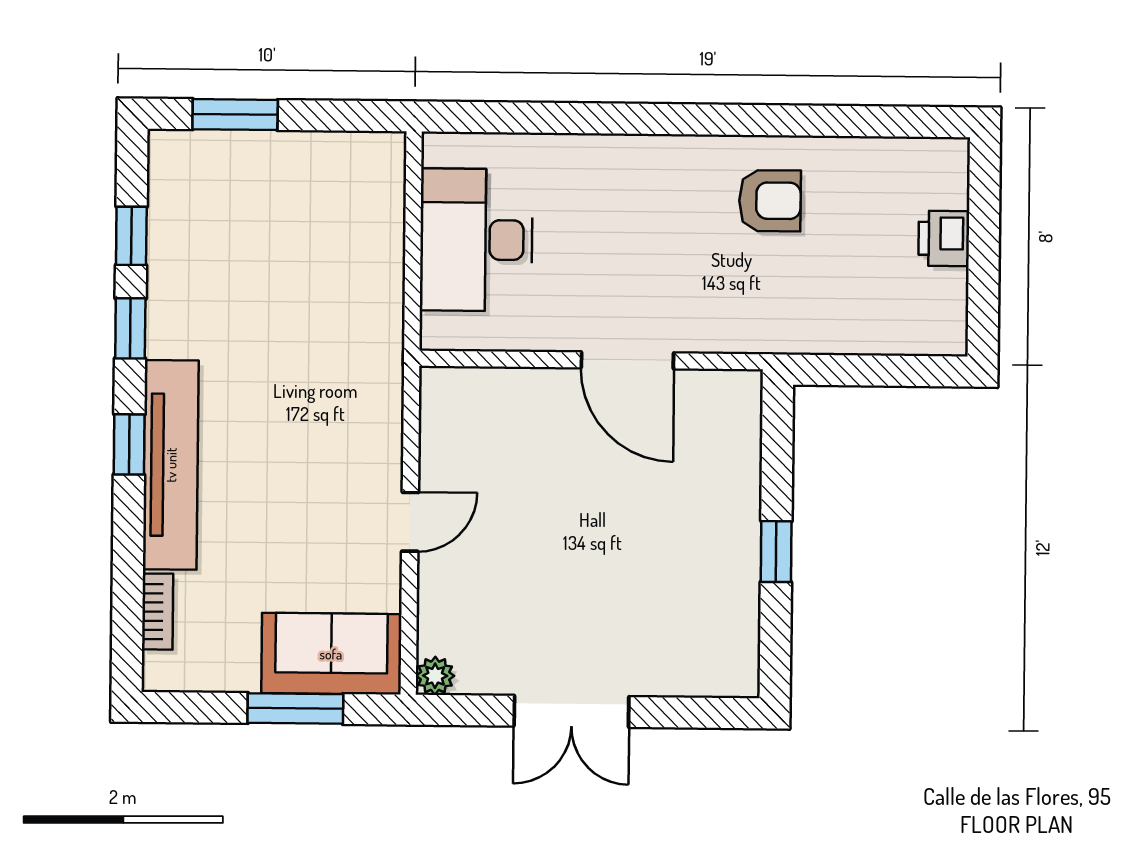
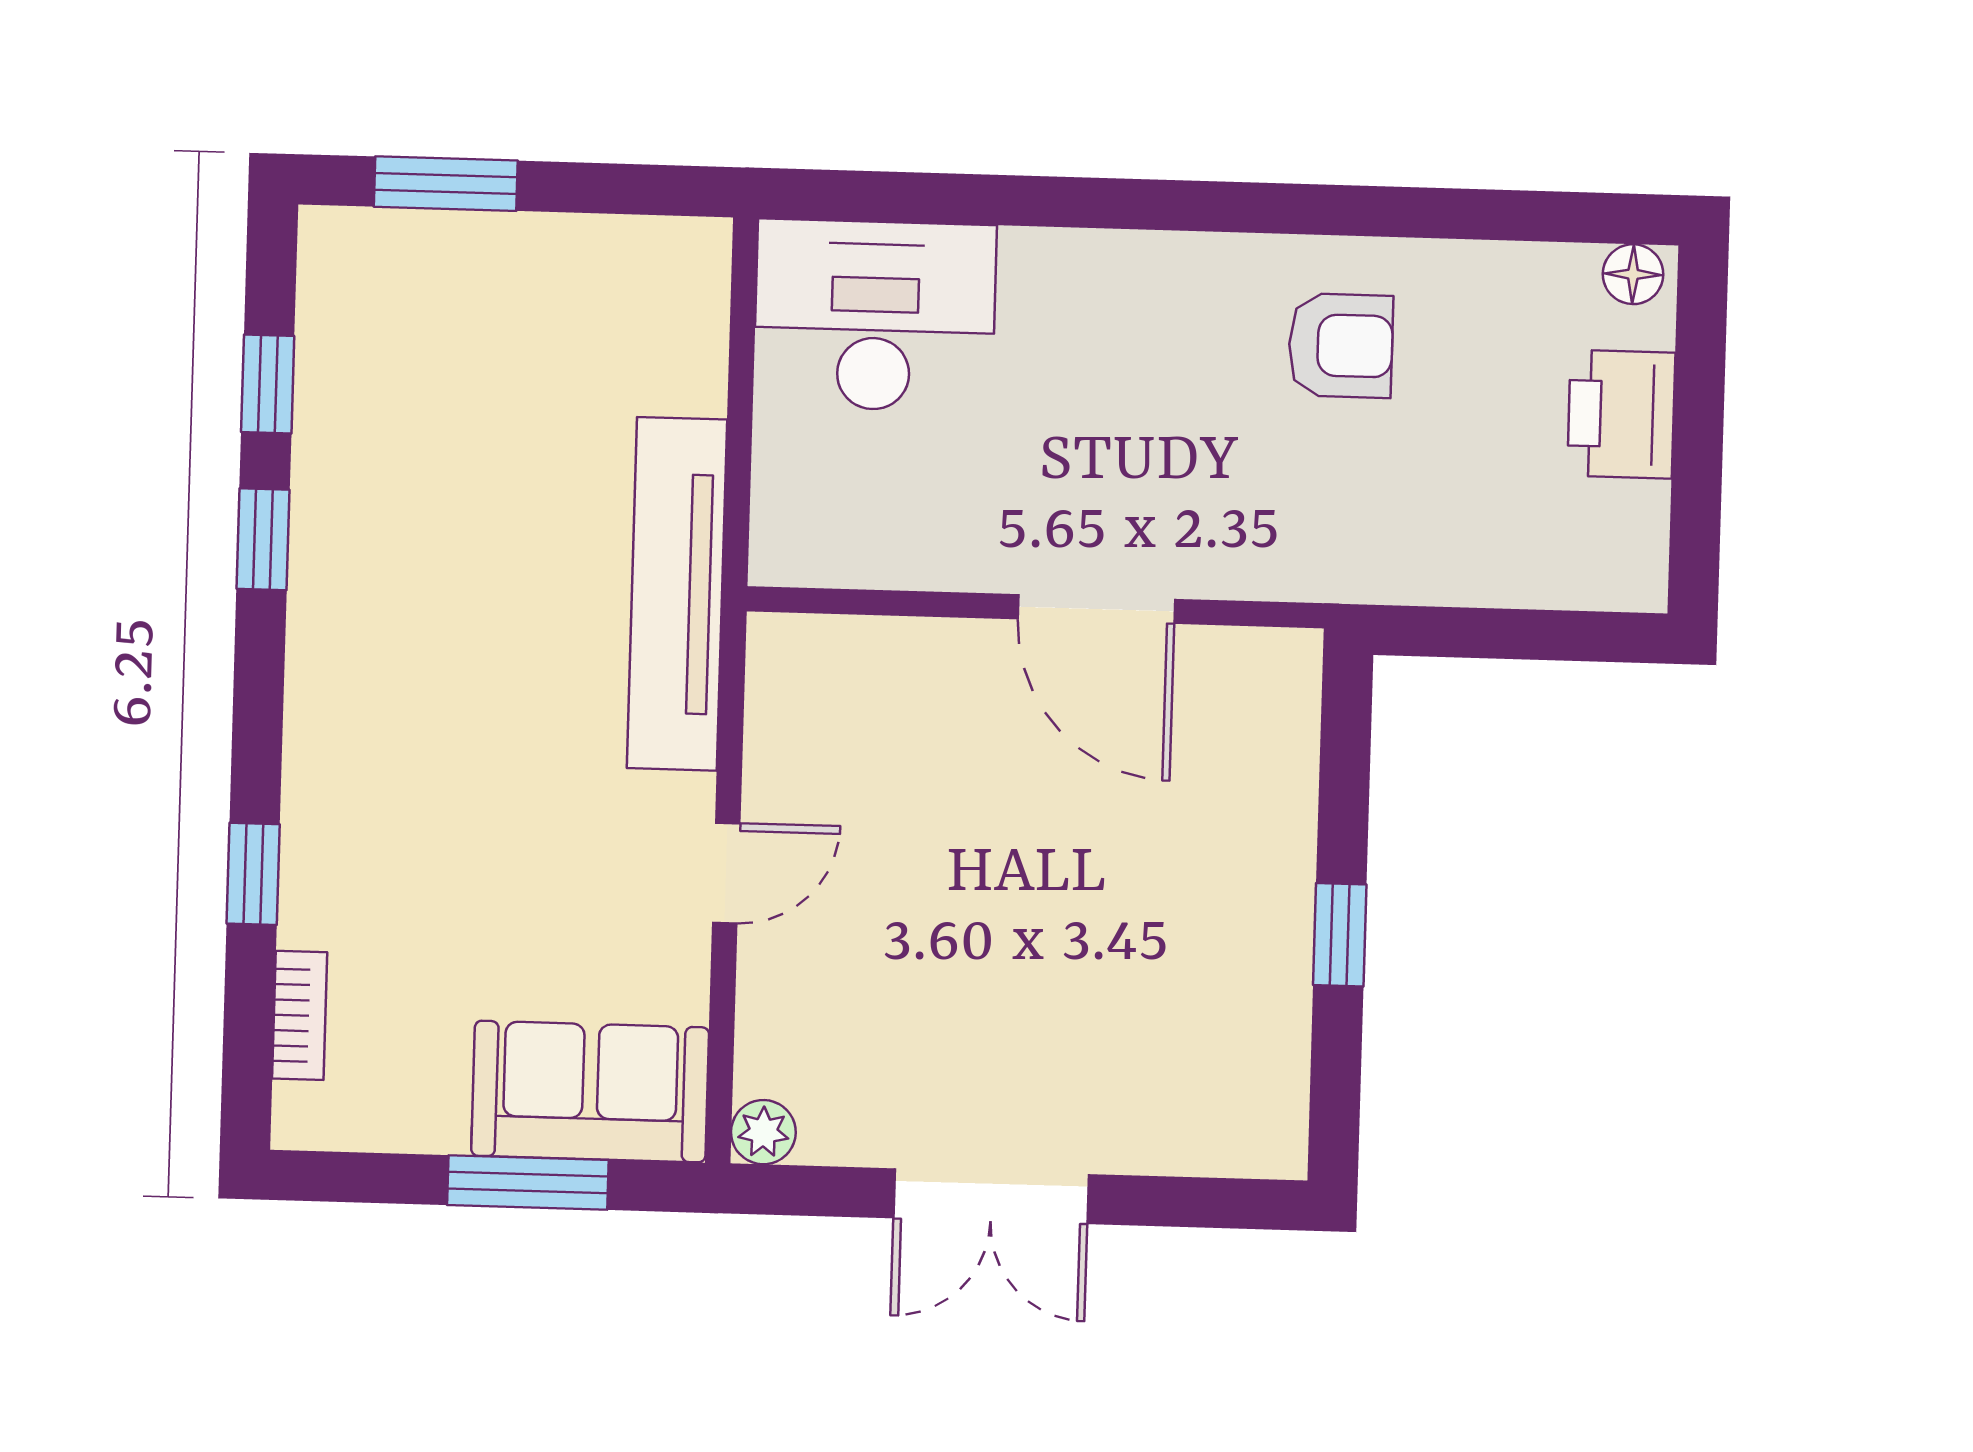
floor lamp: (943, 155) -> (1633, 274), added
printer: (944, 238) -> (1621, 414), width x1.36, depth x1.24
desk: (476, 240) -> (875, 315), moved, turned 90
window: (129, 444) -> (253, 874), moved
tv unit: (171, 465) -> (677, 594), moved, turned 180

